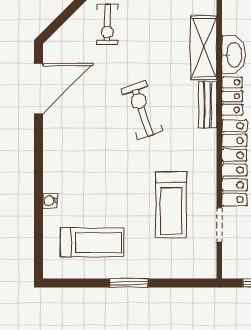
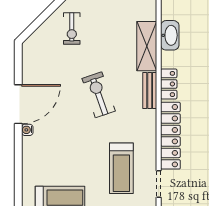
washbasin: (233, 55) -> (170, 35), moved
door: (38, 89) -> (18, 104), moved
water cooler: (50, 201) -> (27, 130), moved

